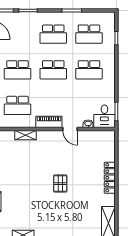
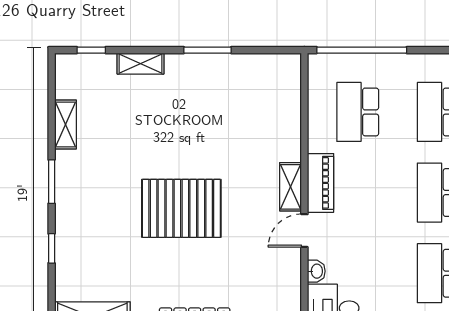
shelving: (25, 135) -> (291, 187), moved
pallet: (60, 184) -> (181, 208), width x2.05, depth x2.00

